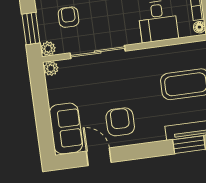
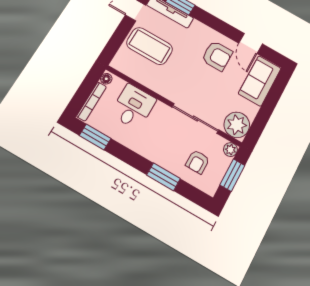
plant: (51, 68) -> (237, 125), width x1.88, depth x1.88
armchair: (120, 122) -> (217, 56), turned -90

